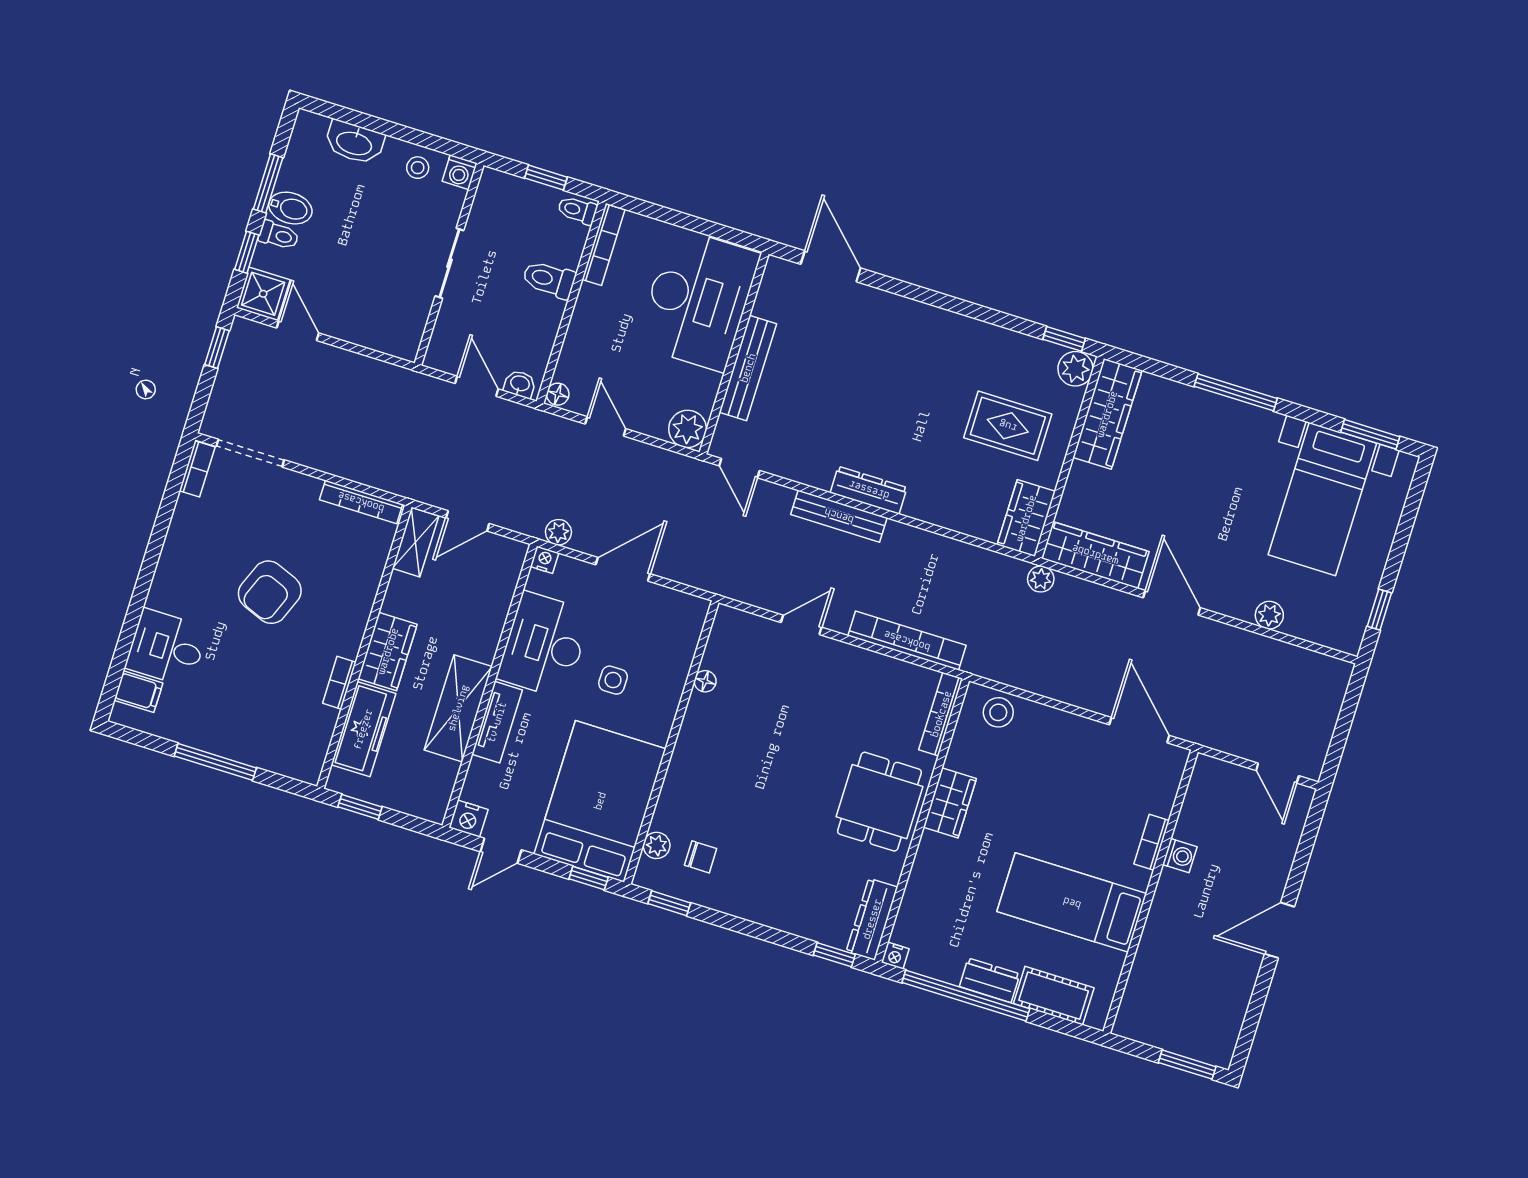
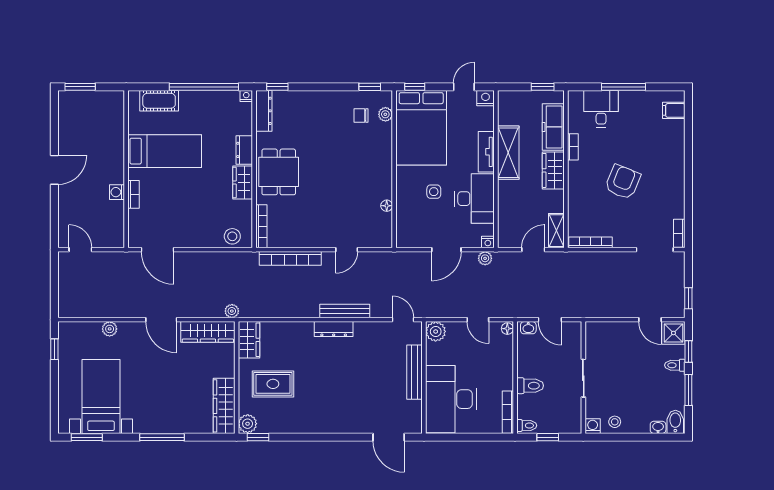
washbasin: (354, 142) -> (658, 427), width x0.52, depth x0.69
bidet: (290, 208) -> (675, 422), moved, turned 90
desk: (167, 648) -> (601, 109), moved, turned -90
dresser: (990, 980) -> (244, 150), moved, turned 90

